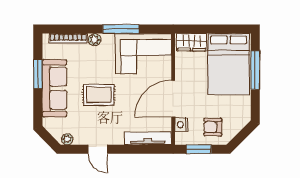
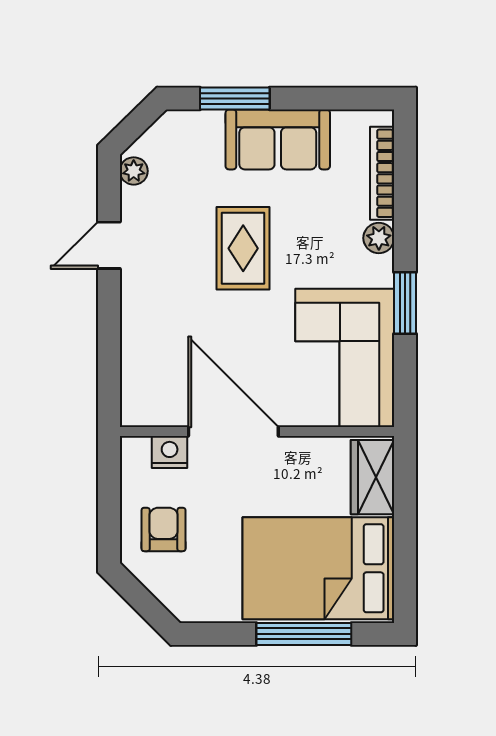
window: (121, 29) -> (405, 303), width x0.69
window: (38, 74) -> (235, 98), moved
sofa: (55, 88) -> (278, 139), width x0.73
tv unit: (148, 138) -> (135, 369), removed
window: (199, 149) -> (109, 494), removed

